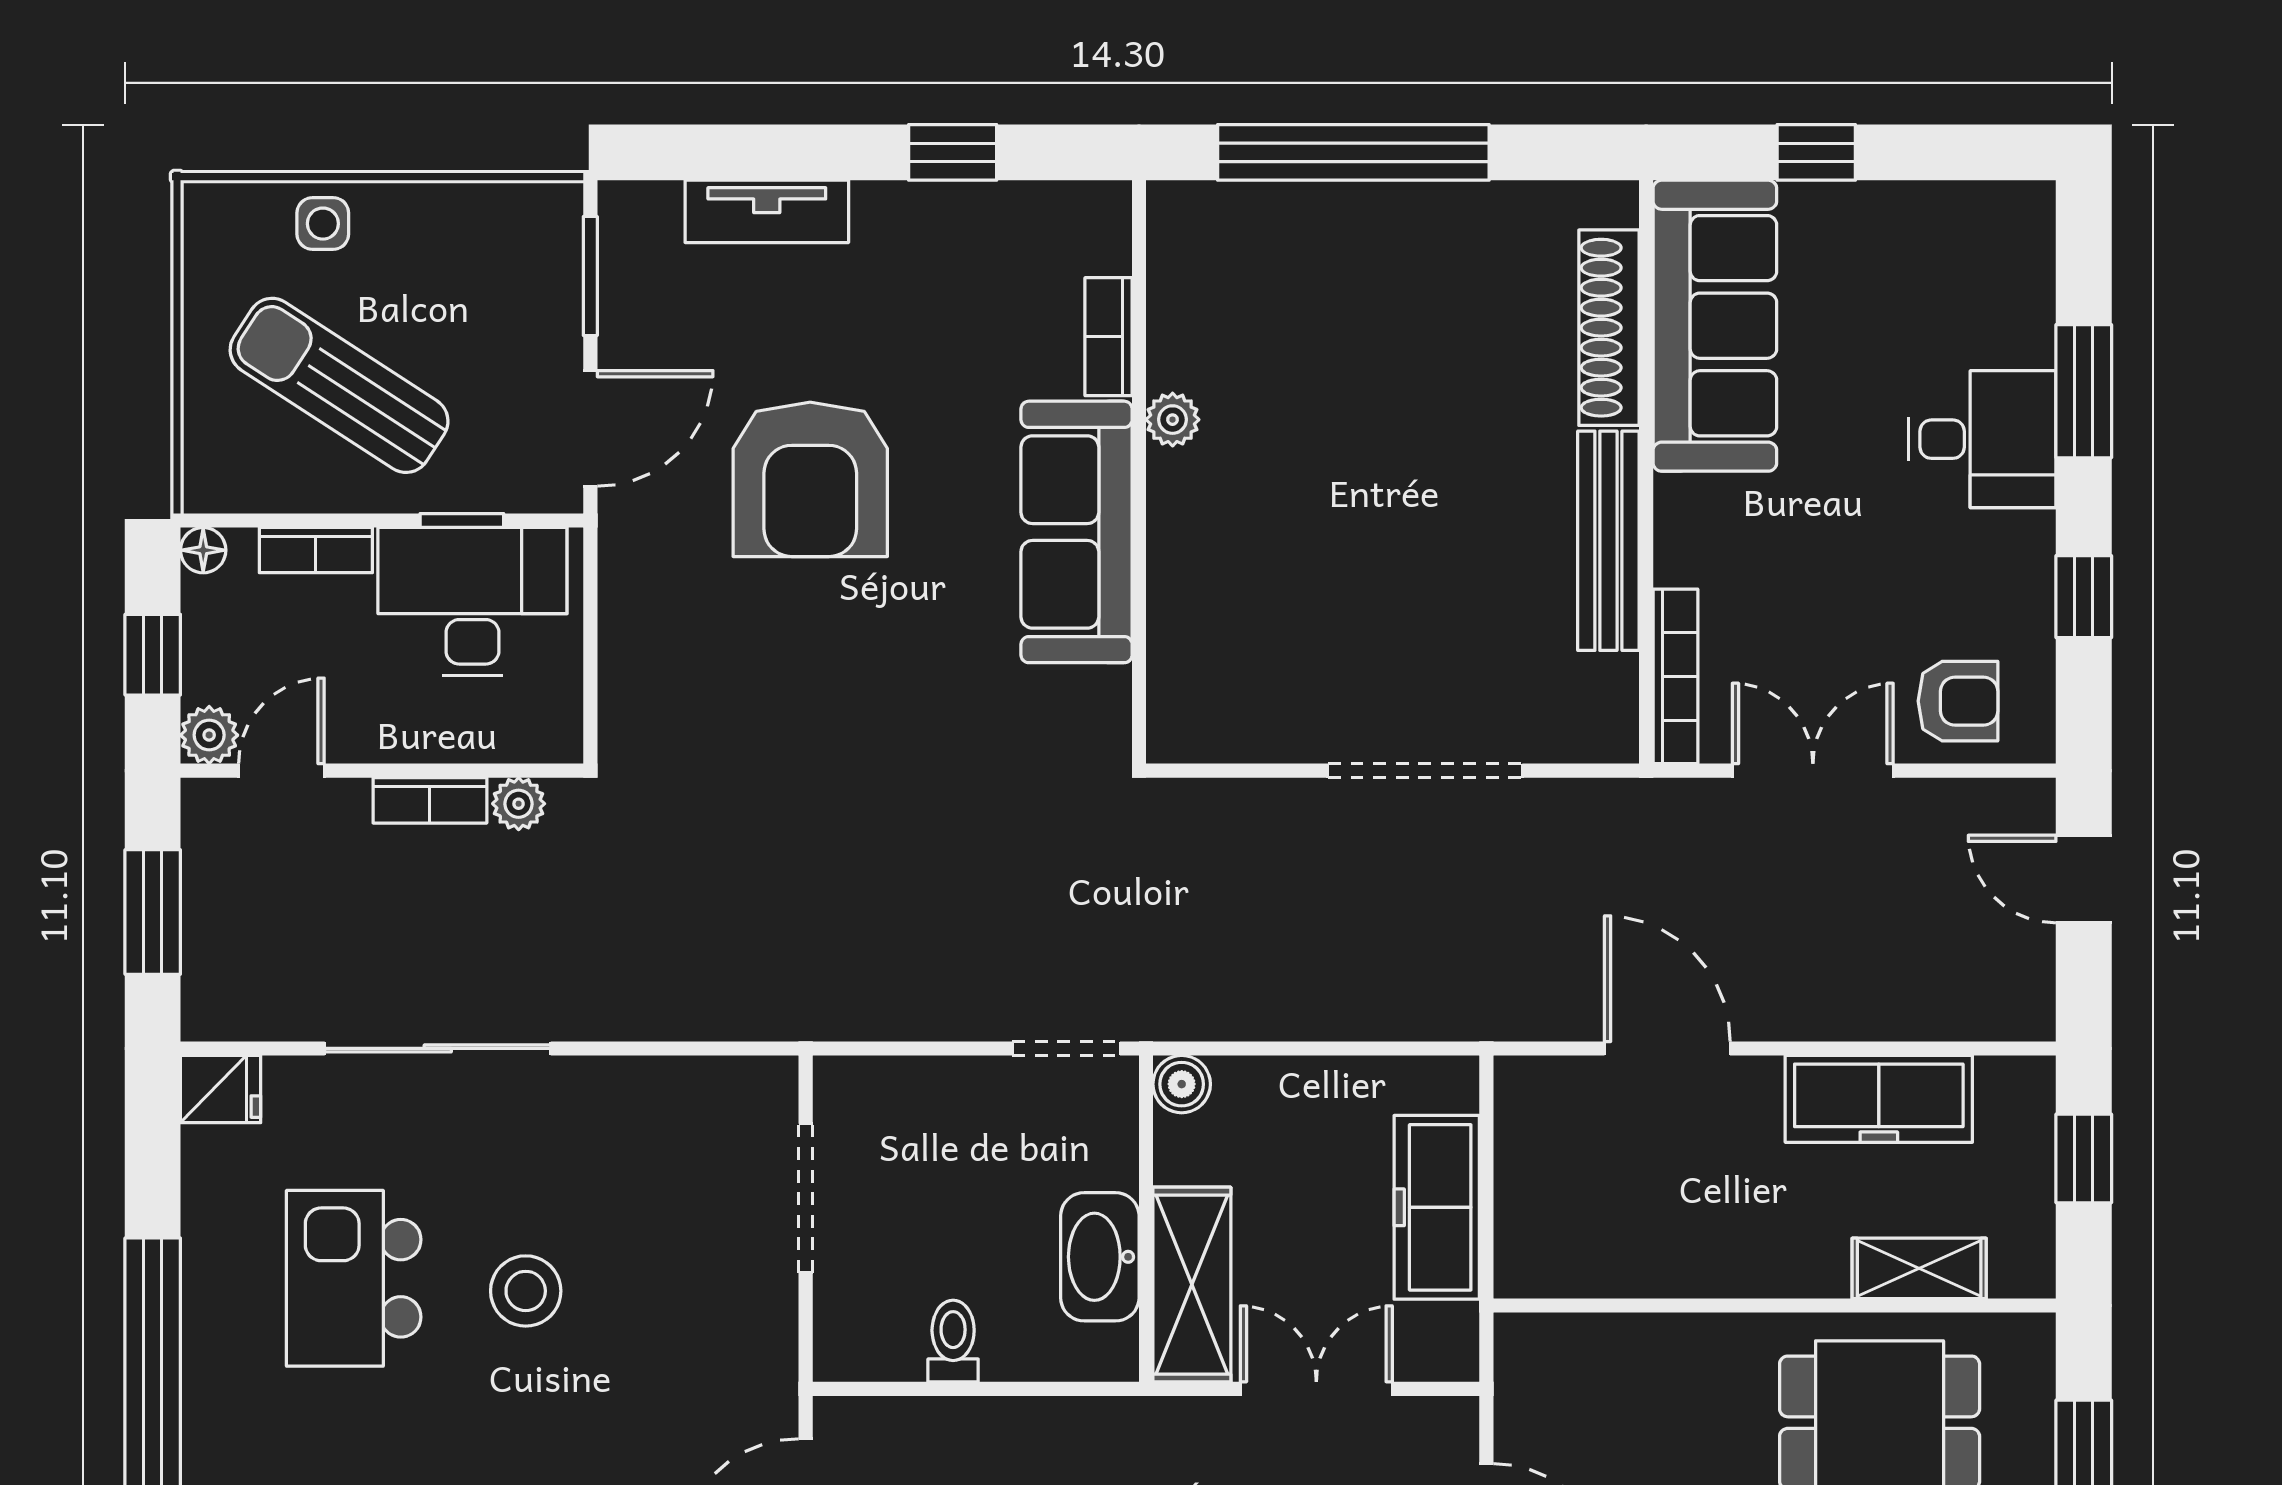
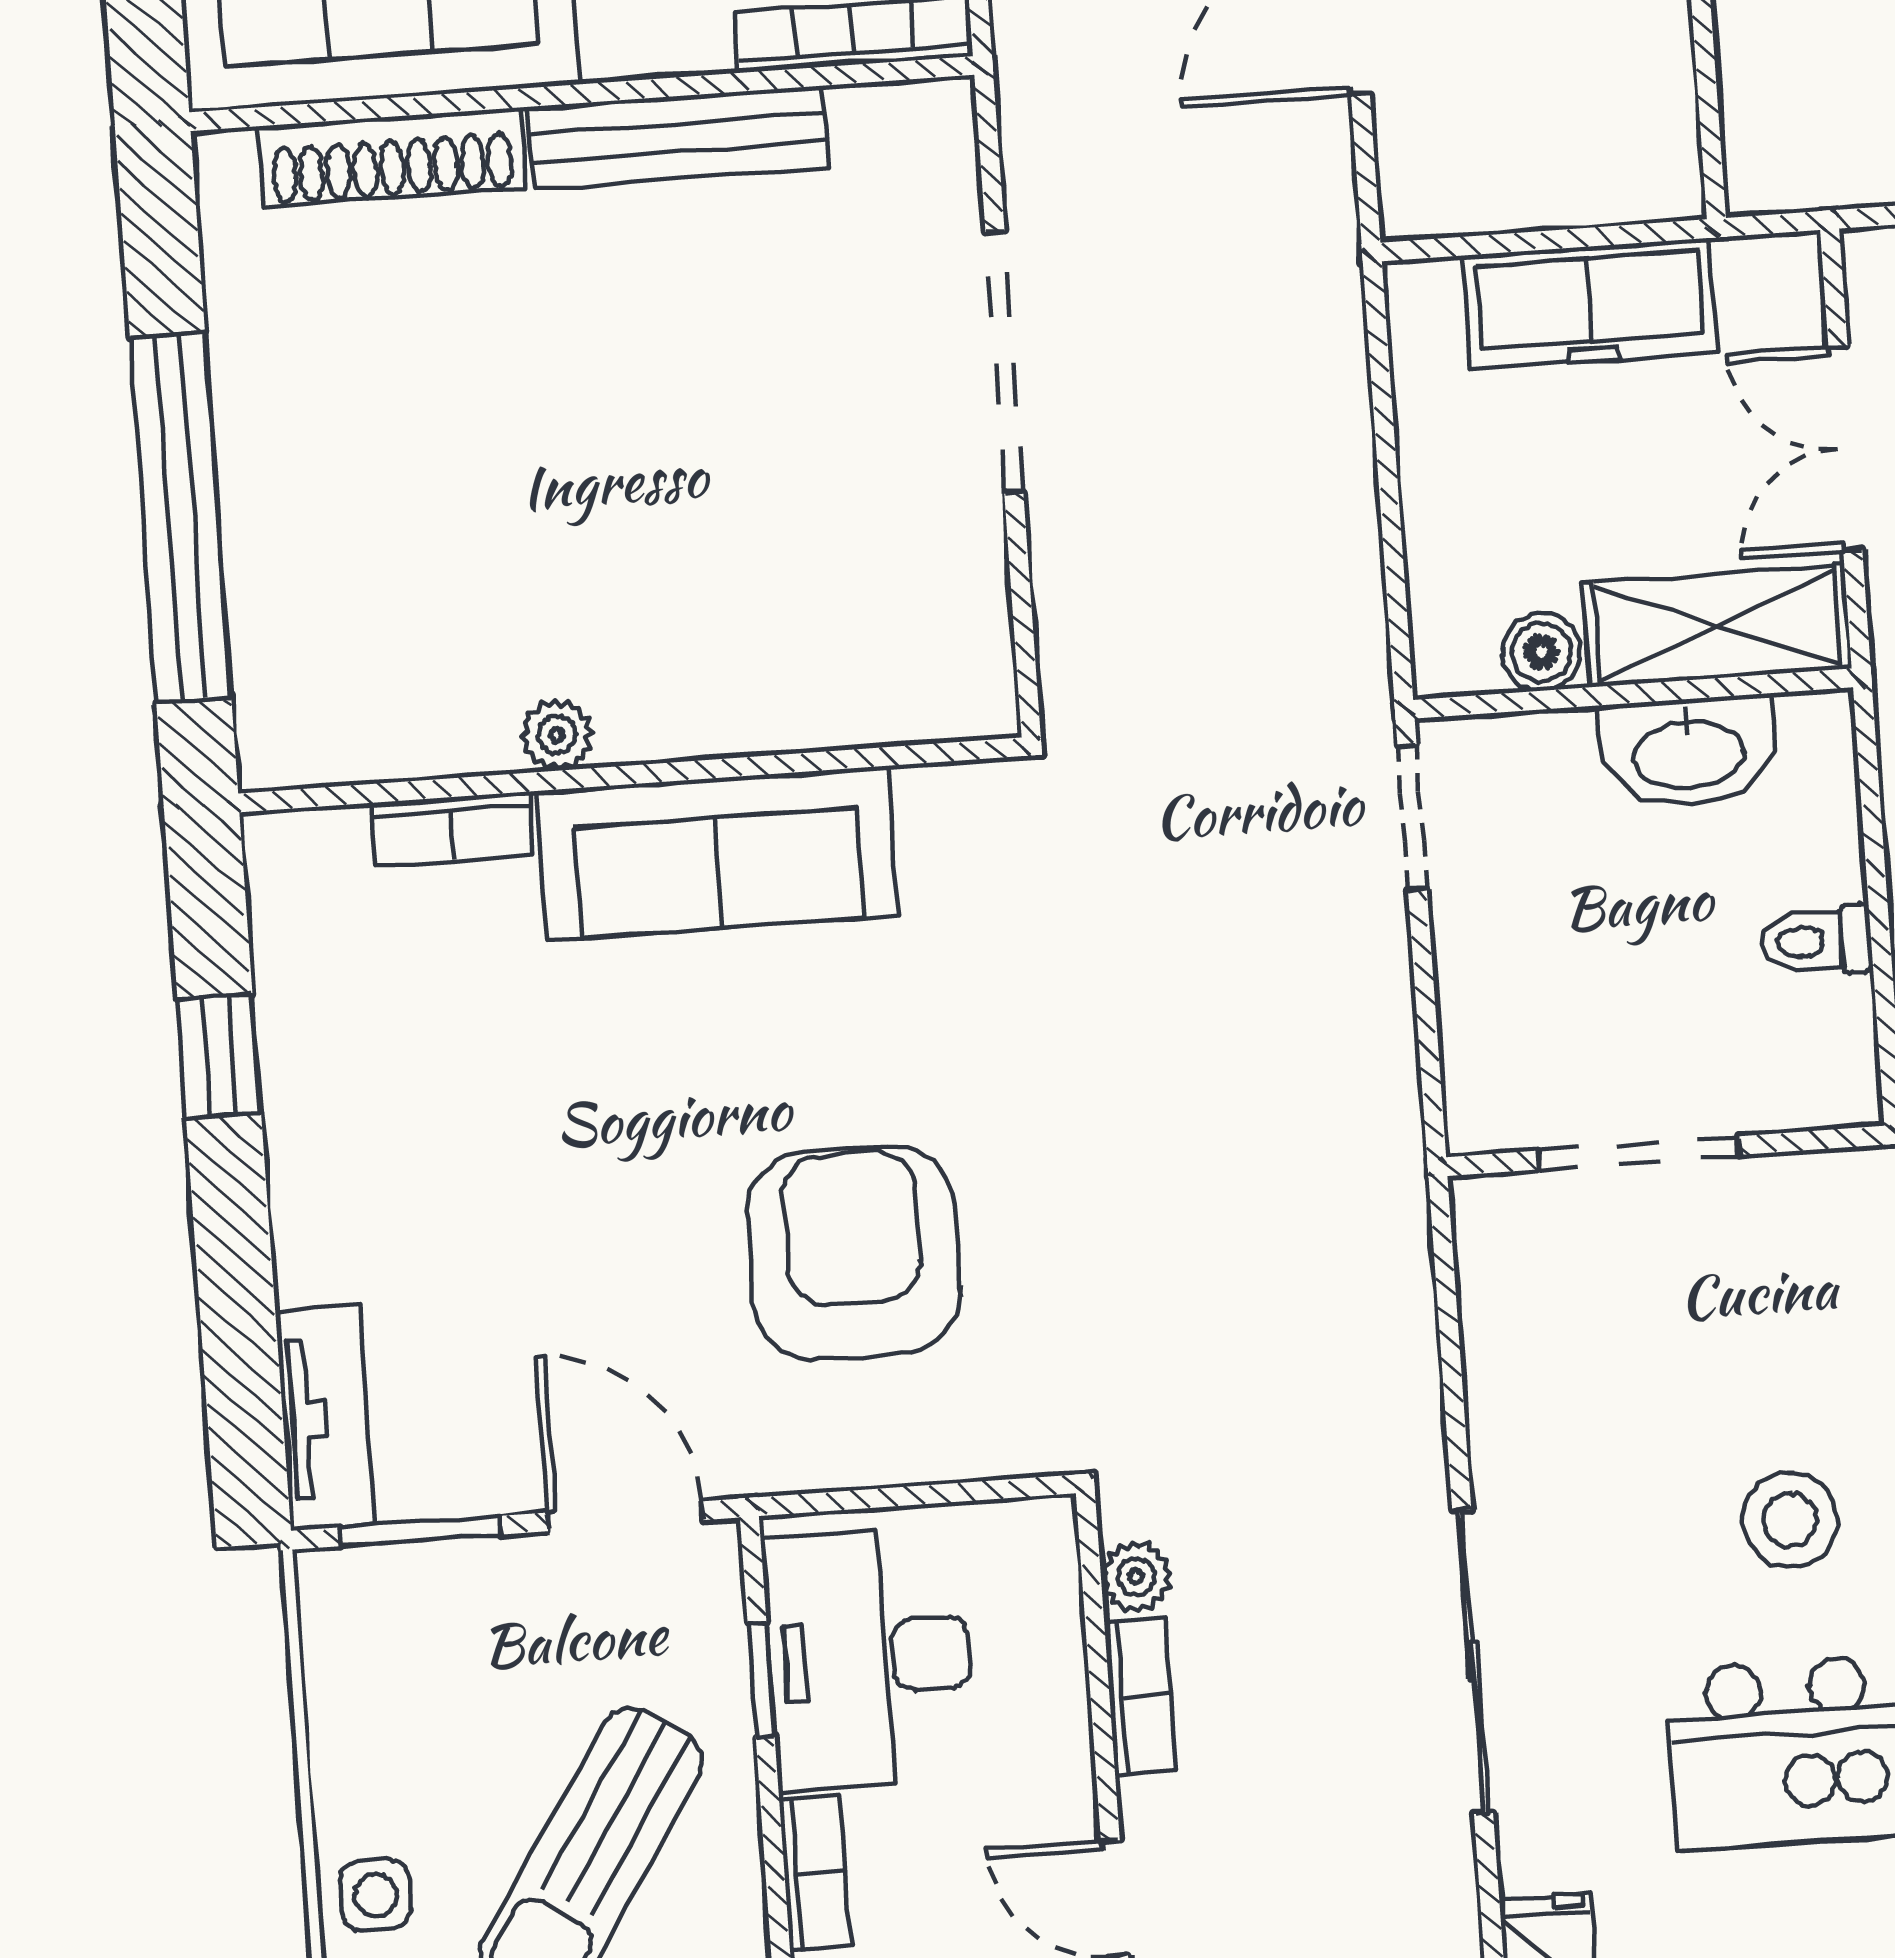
tv unit: (767, 211) -> (325, 1418), moved
armchair: (810, 479) -> (853, 1253), moved, turned -90
boiler: (1182, 1084) -> (1541, 652), moved

